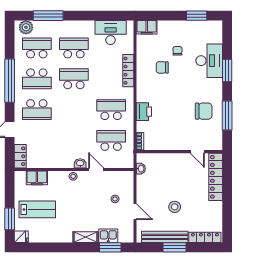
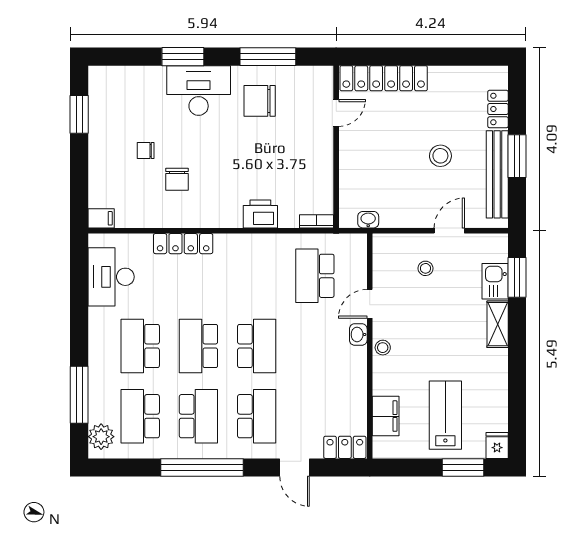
filing cabinet: (147, 27) -> (101, 218), width x0.50
desk: (209, 61) -> (199, 91), moved
school desk: (111, 110) -> (257, 346), moved, turned 180
chair: (204, 111) -> (260, 101), turned -90
locker: (205, 237) -> (498, 109), width x0.66

